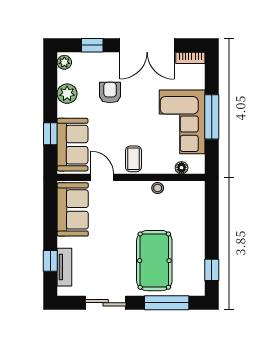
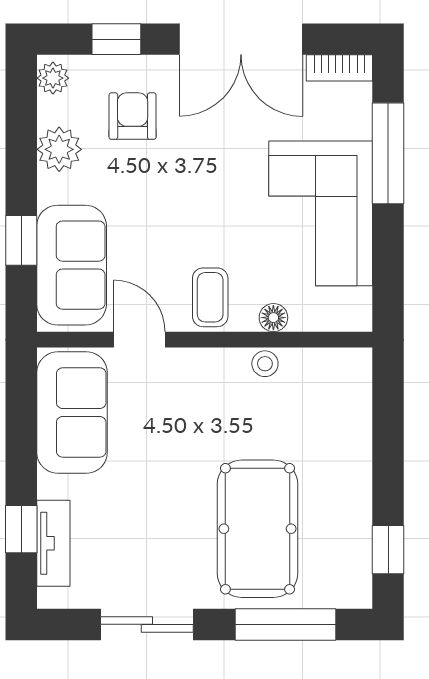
armchair: (110, 93) -> (133, 116), moved
window: (212, 117) -> (388, 153), moved
floor lamp: (182, 168) -> (273, 318), moved

